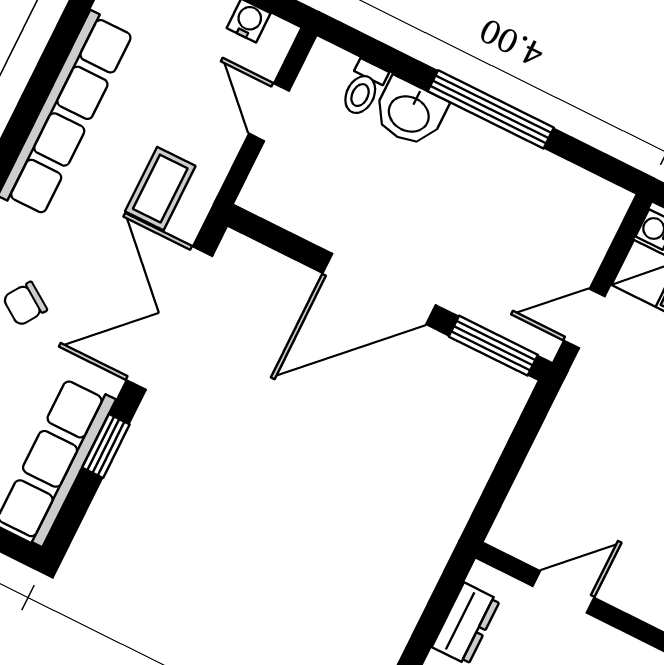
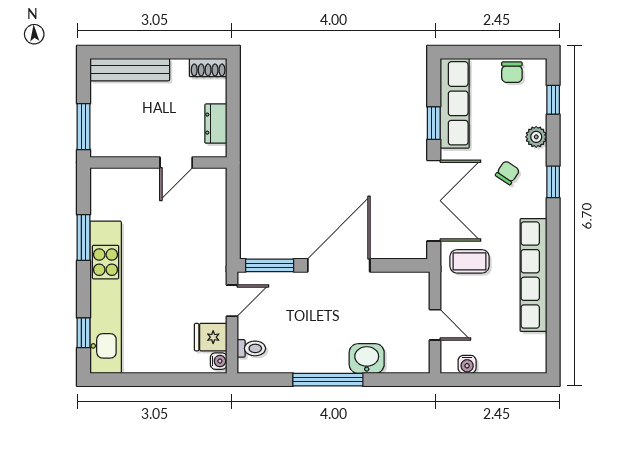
toilet: (363, 88) -> (251, 348), moved, turned 90
coffee table: (160, 189) -> (469, 261), turned 90

